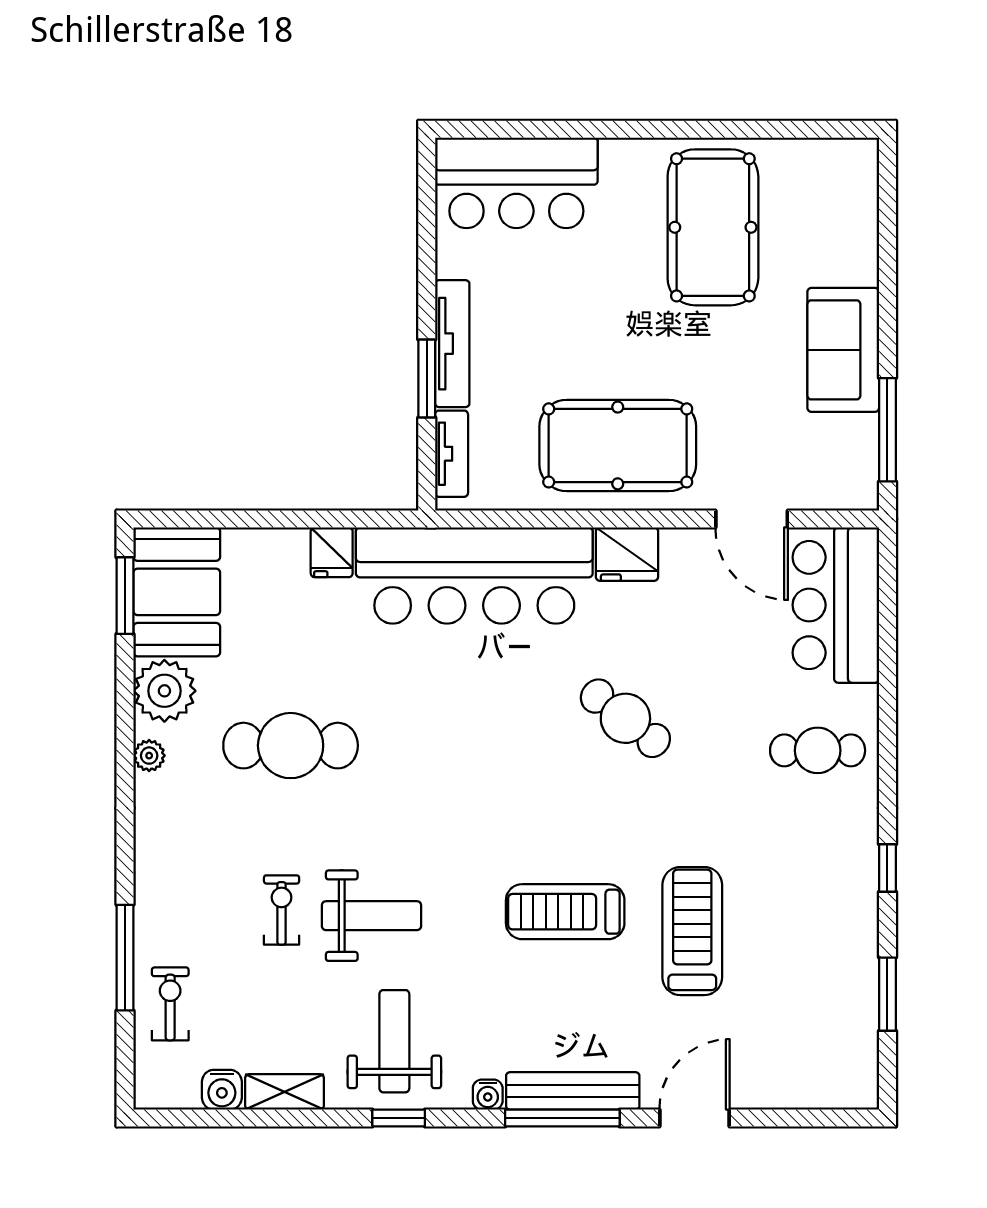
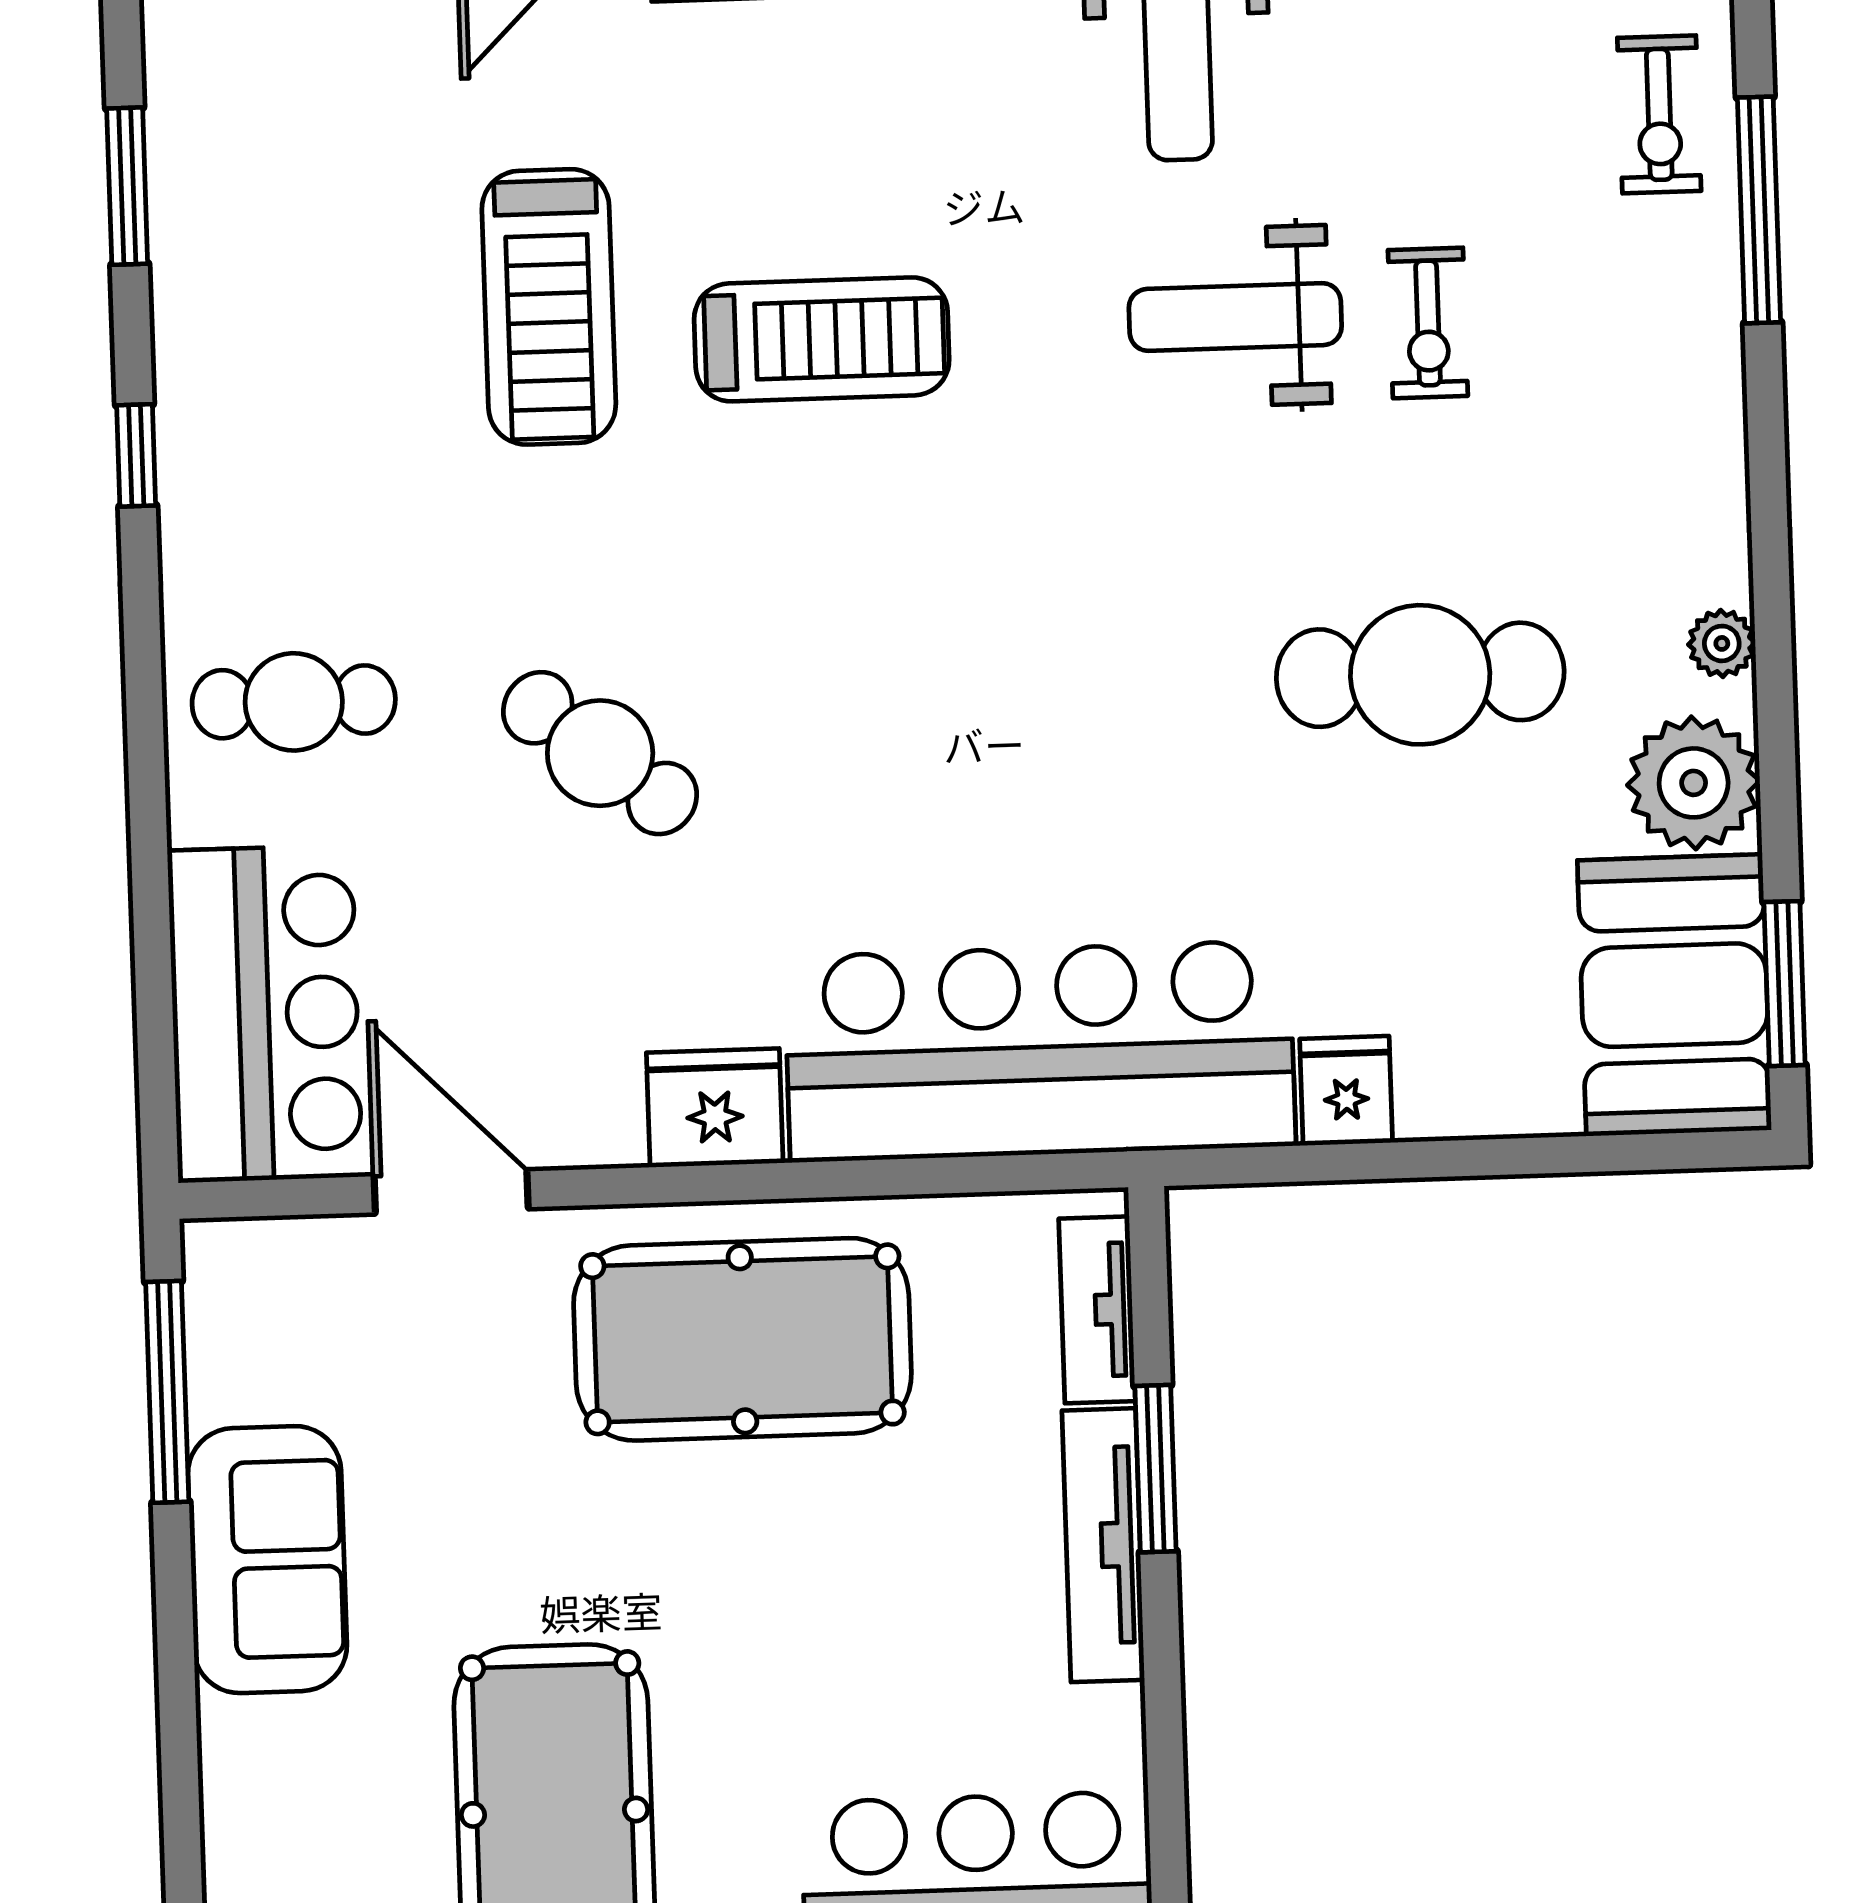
cafe table: (625, 718) -> (600, 753), moved

